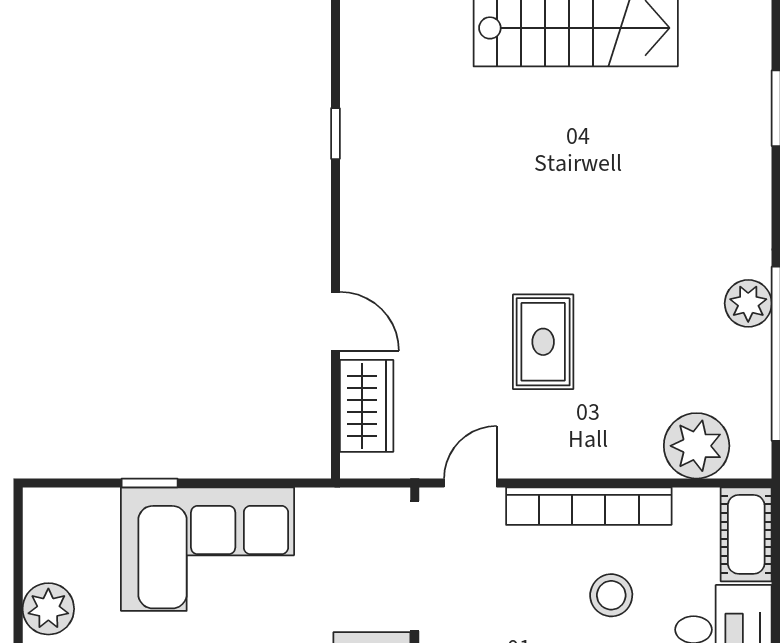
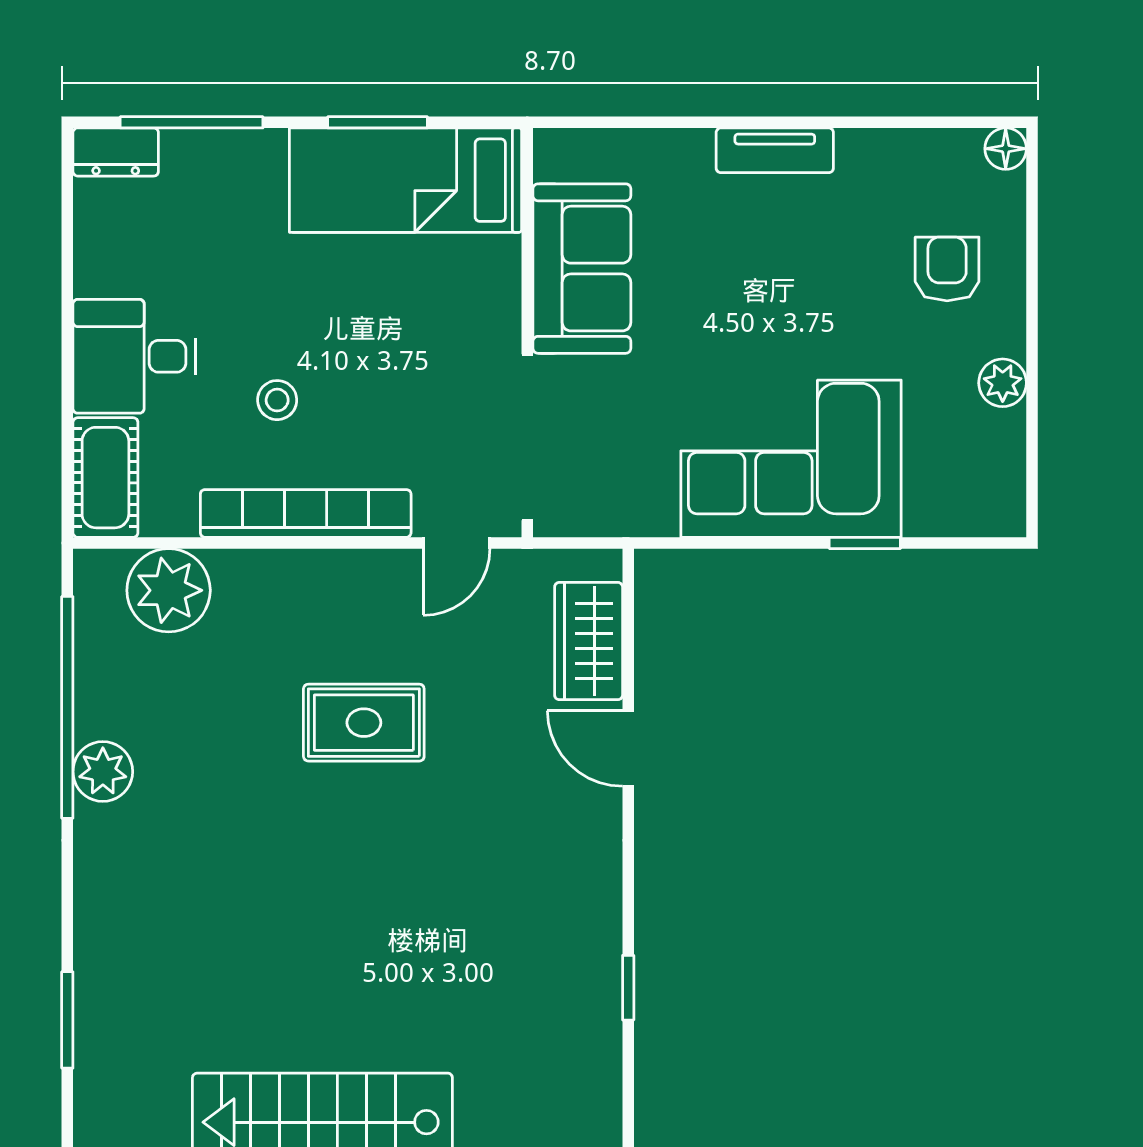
rug: (543, 342) -> (364, 723), turned 90
stool: (611, 595) -> (277, 400), width x0.73, depth x0.73
plant: (48, 609) -> (1003, 383), width x0.73, depth x0.73

